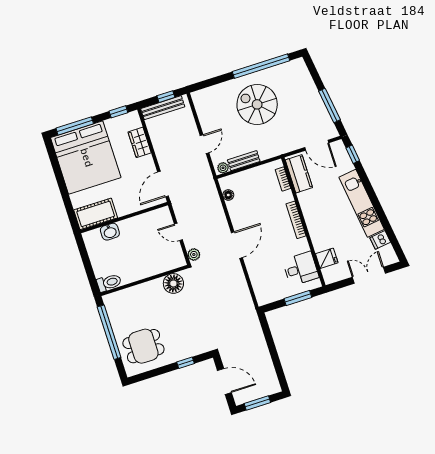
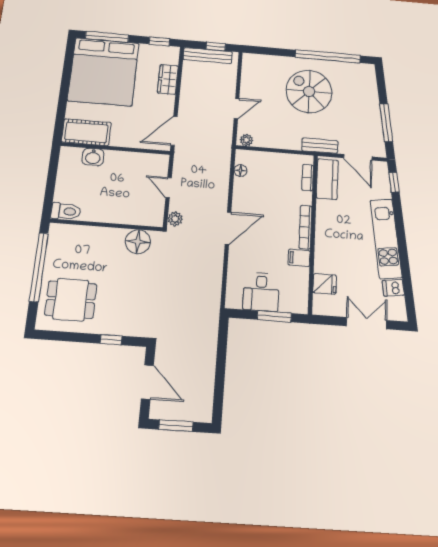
bench: (244, 161) -> (320, 146), moved
filing cabinet: (300, 246) -> (299, 258), added
desk: (301, 269) -> (261, 292), moved, turned 90

